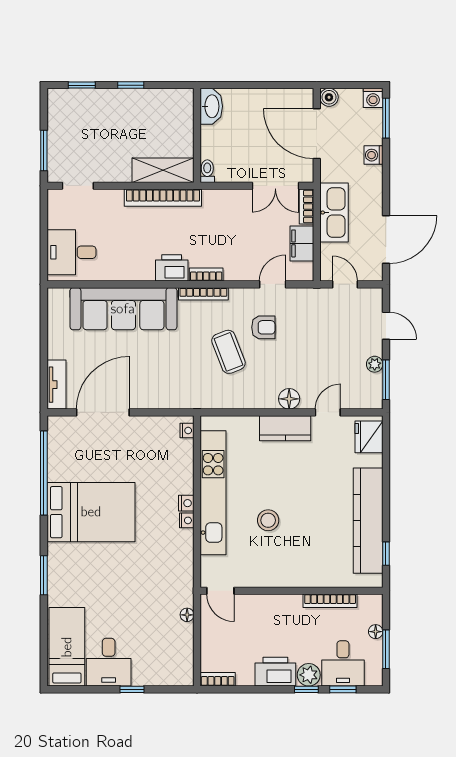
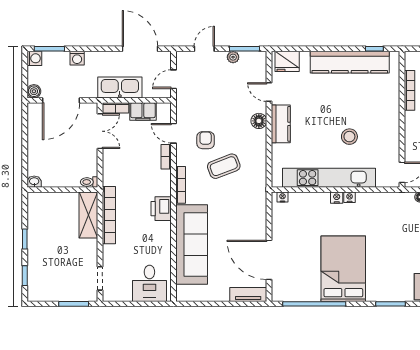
washbasin: (211, 106) -> (34, 182), width x0.52, depth x0.69
bookcase: (206, 275) -> (166, 157), moved

